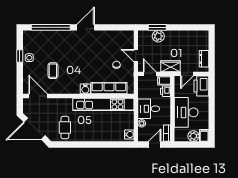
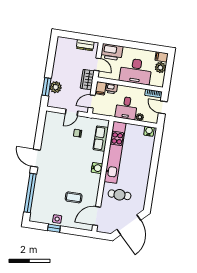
row of seats: (109, 88) -> (101, 139), width x0.68
cafe table: (65, 128) -> (120, 195), moved

